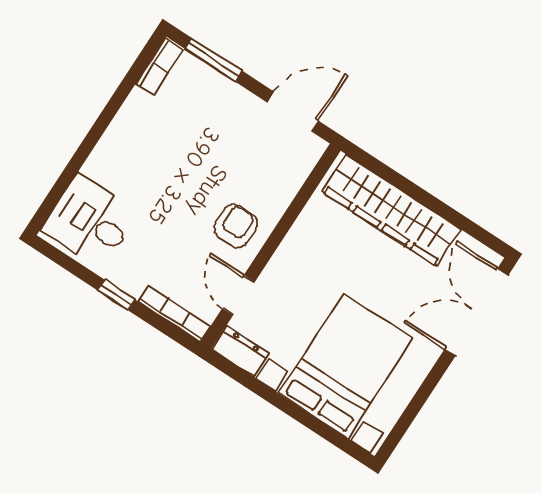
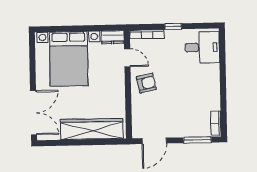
armchair: (236, 226) -> (146, 83), turned -102

